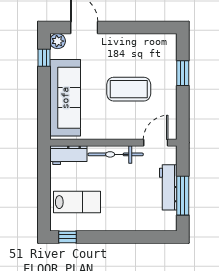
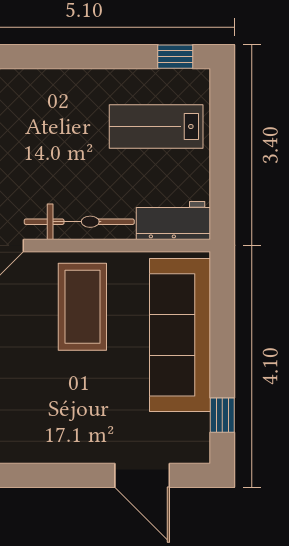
plant: (58, 41) -> (195, 448), removed
coffee table: (129, 89) -> (82, 307), moved, turned 90

